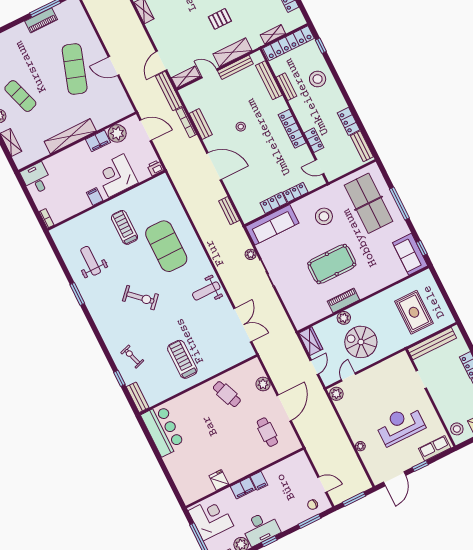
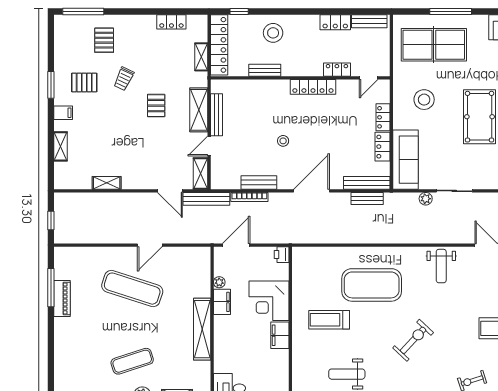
bench: (269, 80) -> (367, 183), moved
plant: (117, 133) -> (219, 282), width x0.53, depth x0.53
filing cabinet: (95, 196) -> (280, 335), width x2.00

